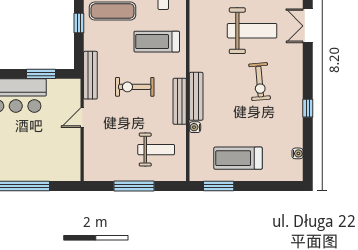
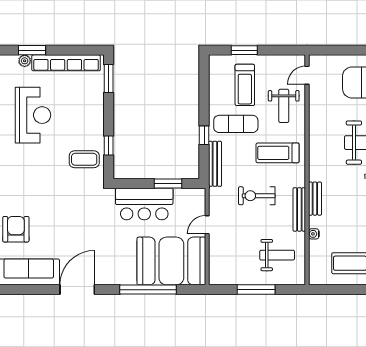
bench: (90, 75) -> (215, 164), moved
bench: (196, 96) -> (315, 199), width x0.73
booth: (44, 156) -> (171, 261), added
window: (219, 186) -> (336, 290), removed

